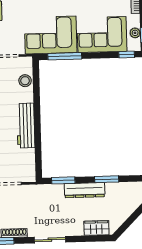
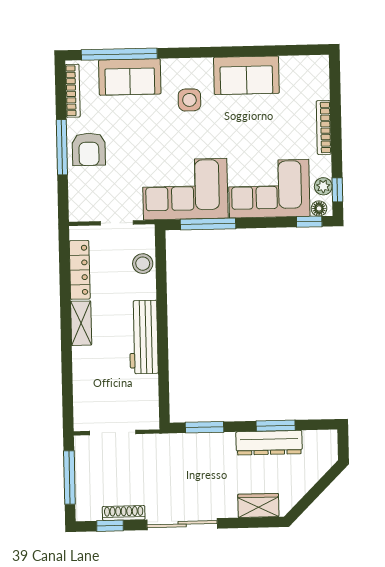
floor lamp: (133, 46) -> (319, 208), added
dresser: (85, 190) -> (269, 443), moved
sliding door: (50, 240) -> (182, 524), width x1.37

